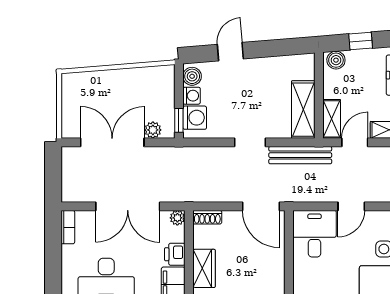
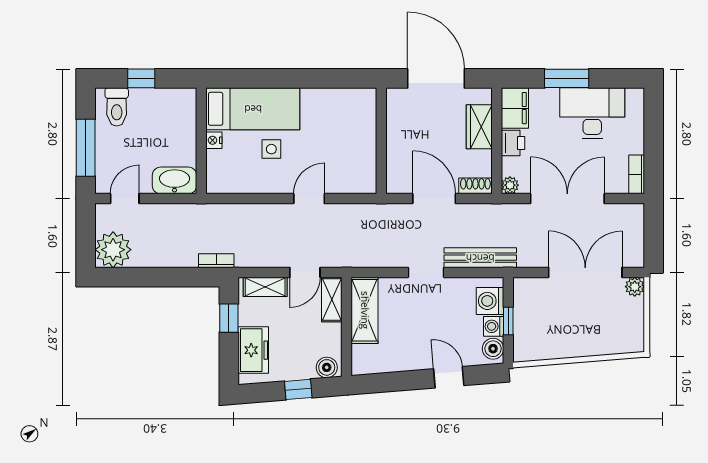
door: (230, 52) -> (449, 377), swing flipped
window: (179, 120) -> (508, 321), moved
plant: (153, 130) -> (635, 287), moved
double door: (112, 142) -> (585, 272), swing flipped
bench: (300, 155) -> (480, 258), moved
door: (261, 206) -> (434, 199), moved
desk: (315, 234) -> (352, 167), removed

